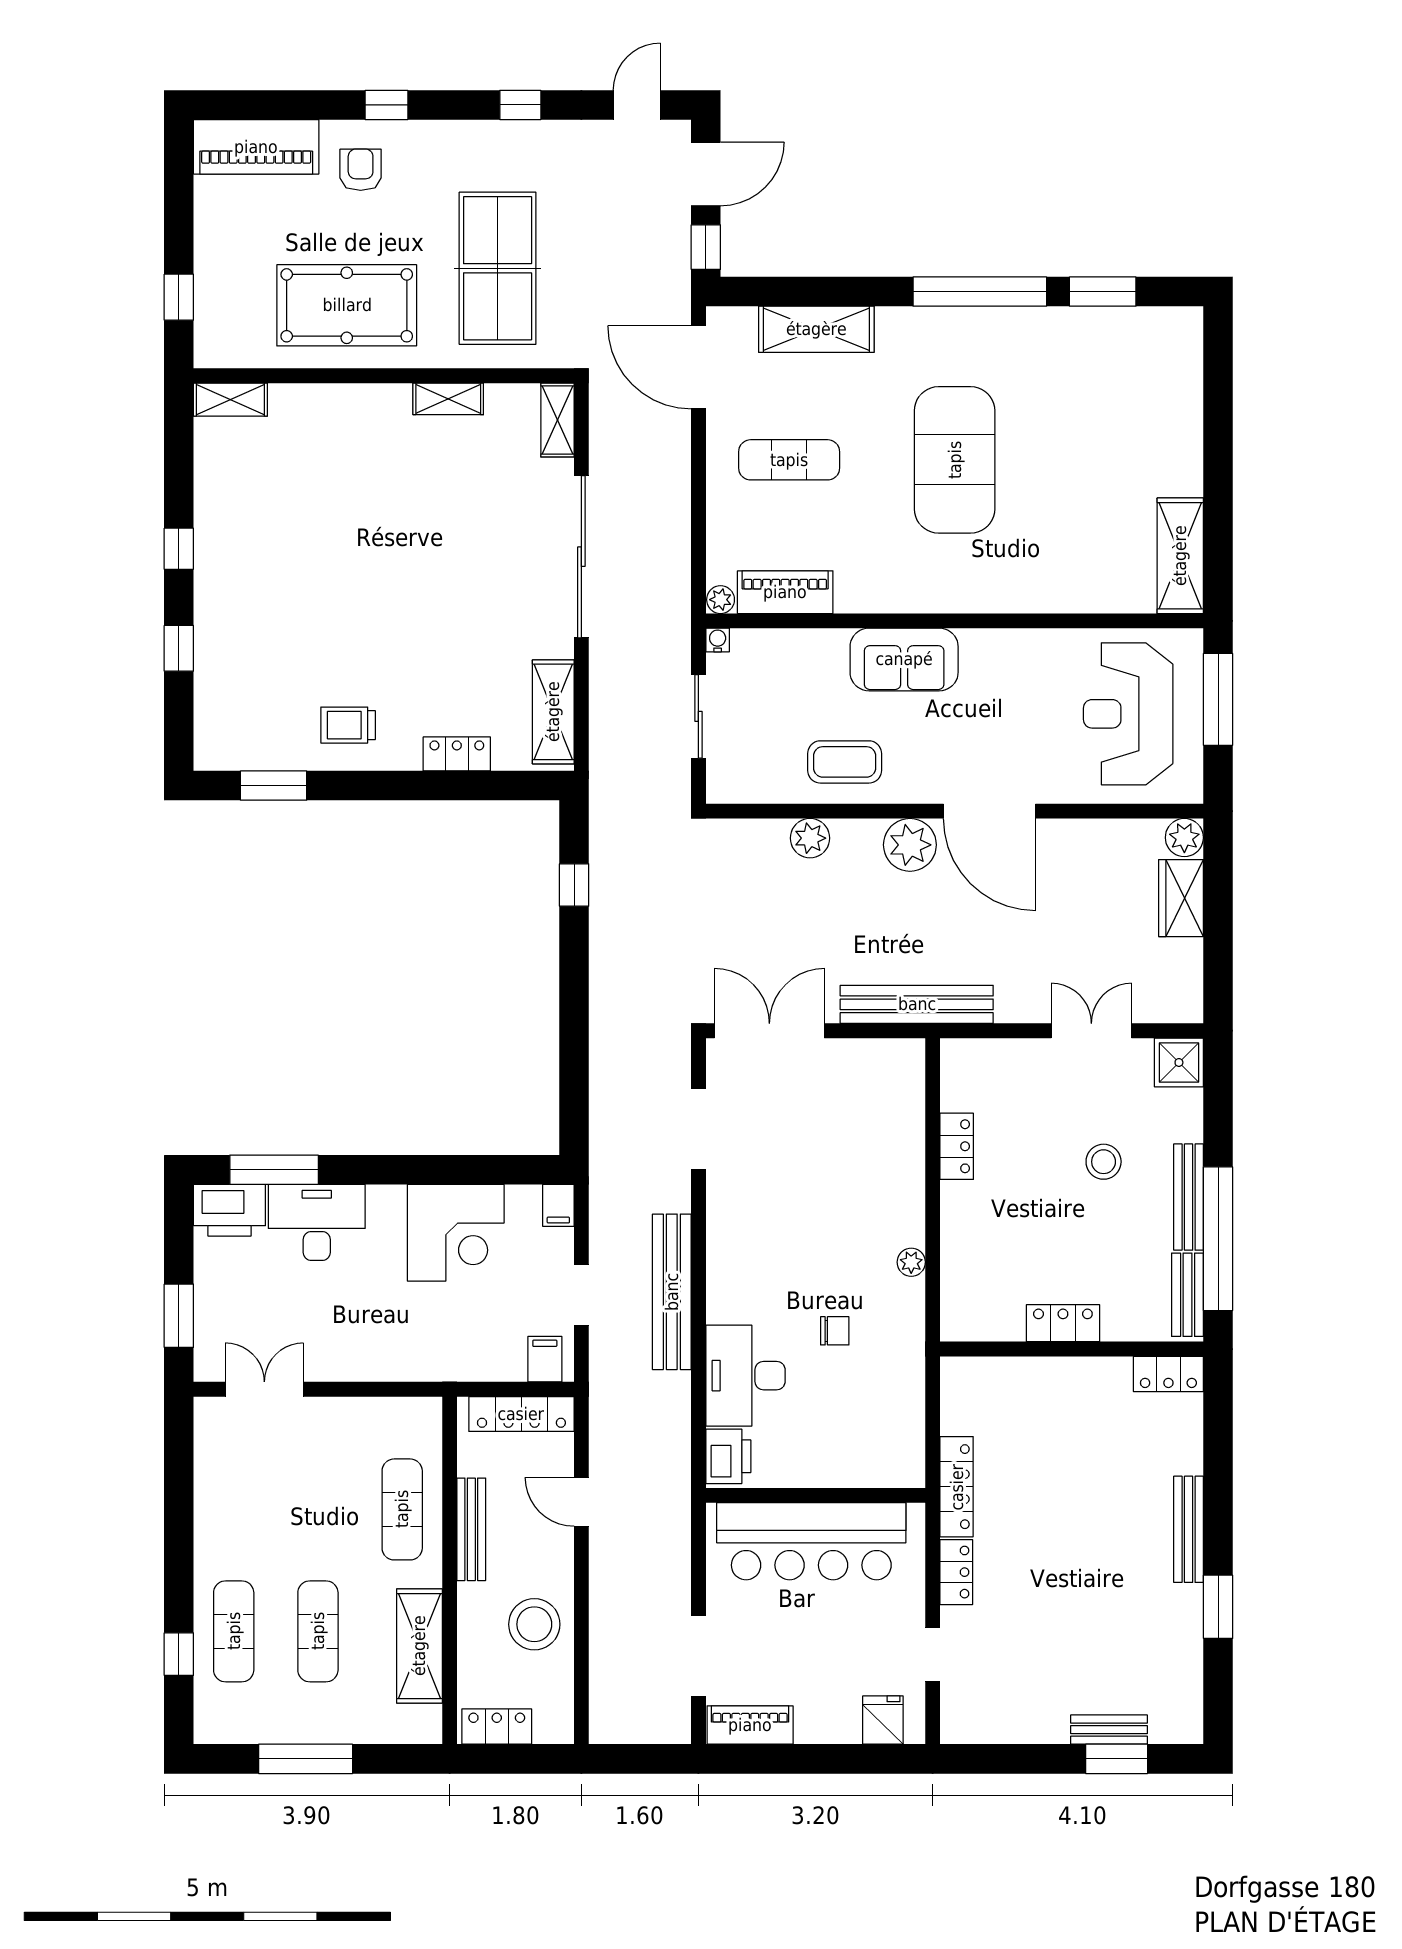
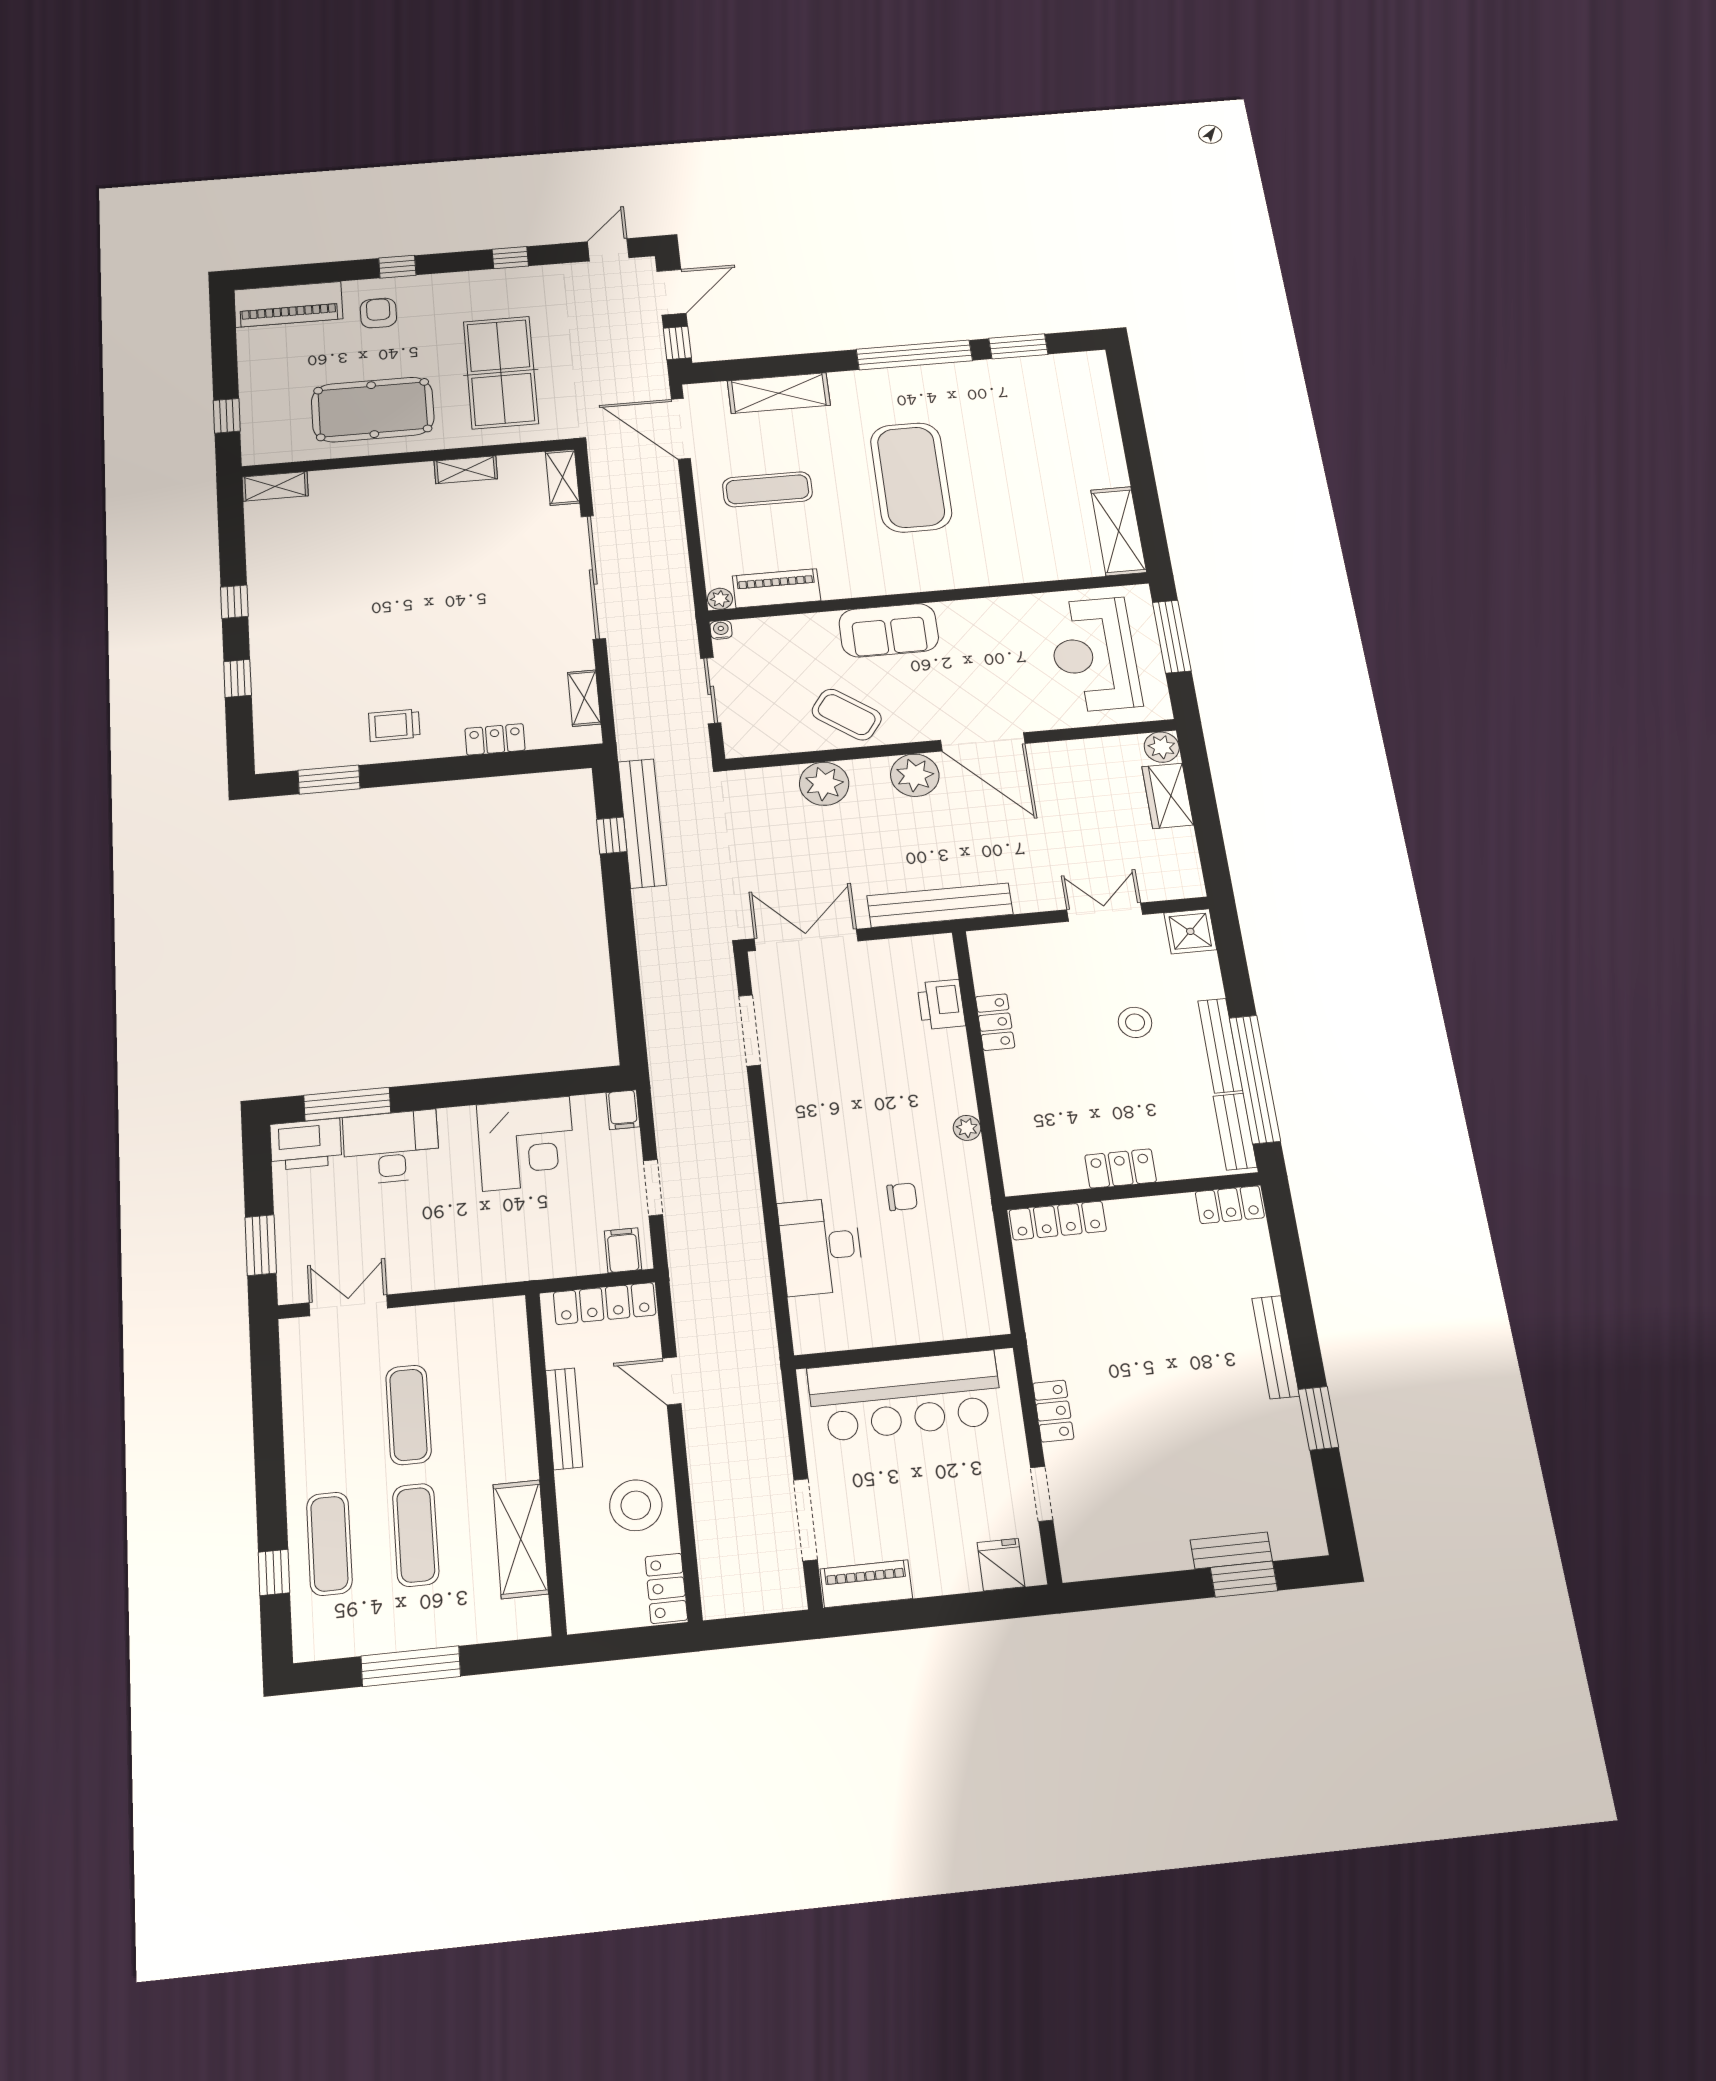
shelving: (553, 712) -> (584, 698), width x0.67, depth x0.75
coffee table: (845, 762) -> (847, 715), turned 36
plant: (810, 838) -> (824, 784), width x1.36, depth x1.36
bench: (672, 1292) -> (642, 823), moved
printer: (728, 1456) -> (941, 1004), moved, turned 180
locker: (957, 1487) -> (1058, 1221), moved, turned 90
exercise mat: (402, 1509) -> (408, 1415), moved
locker: (497, 1727) -> (666, 1588), moved, turned -90

